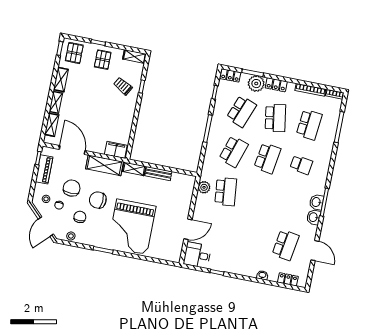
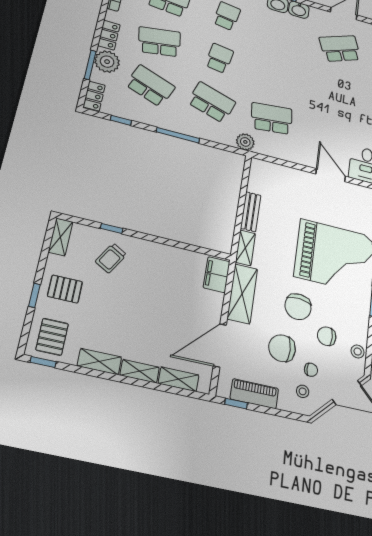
pallet: (74, 53) -> (52, 337), turned 90
school desk: (267, 158) -> (219, 58), width x0.54
plant: (204, 187) -> (245, 142), moved
school desk: (286, 245) -> (340, 48), turned -30

